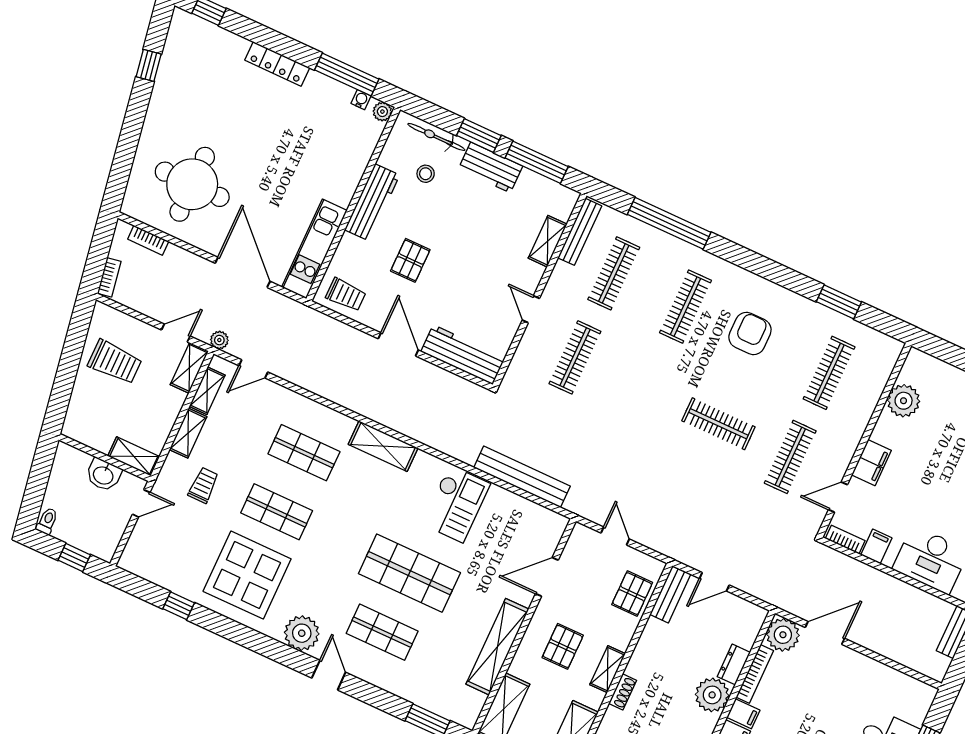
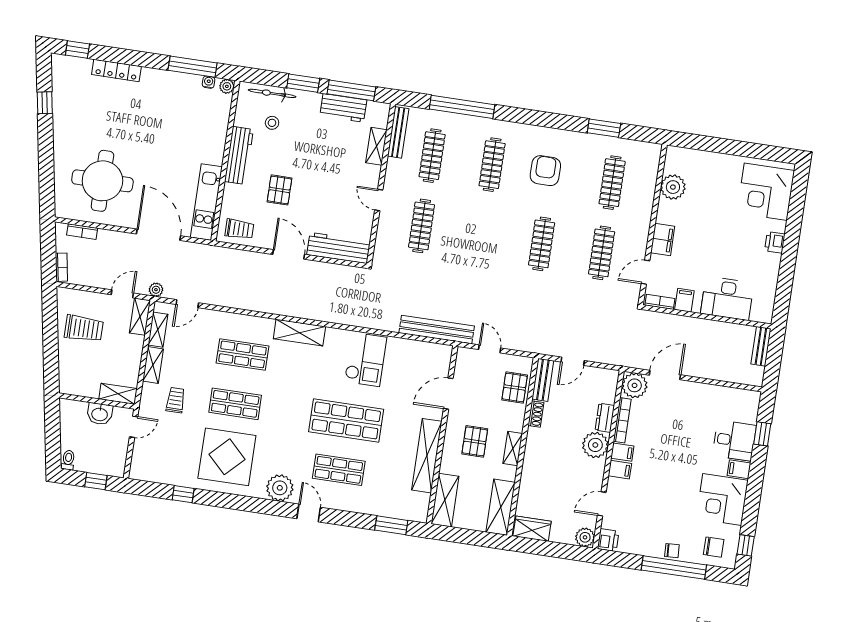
locker: (277, 64) -> (116, 70), moved
workbench: (491, 167) -> (343, 108), moved
clothes rail: (718, 424) -> (542, 244), turned 90
bench: (522, 477) -> (437, 329), moved
shoe rack: (623, 692) -> (536, 414), moved

